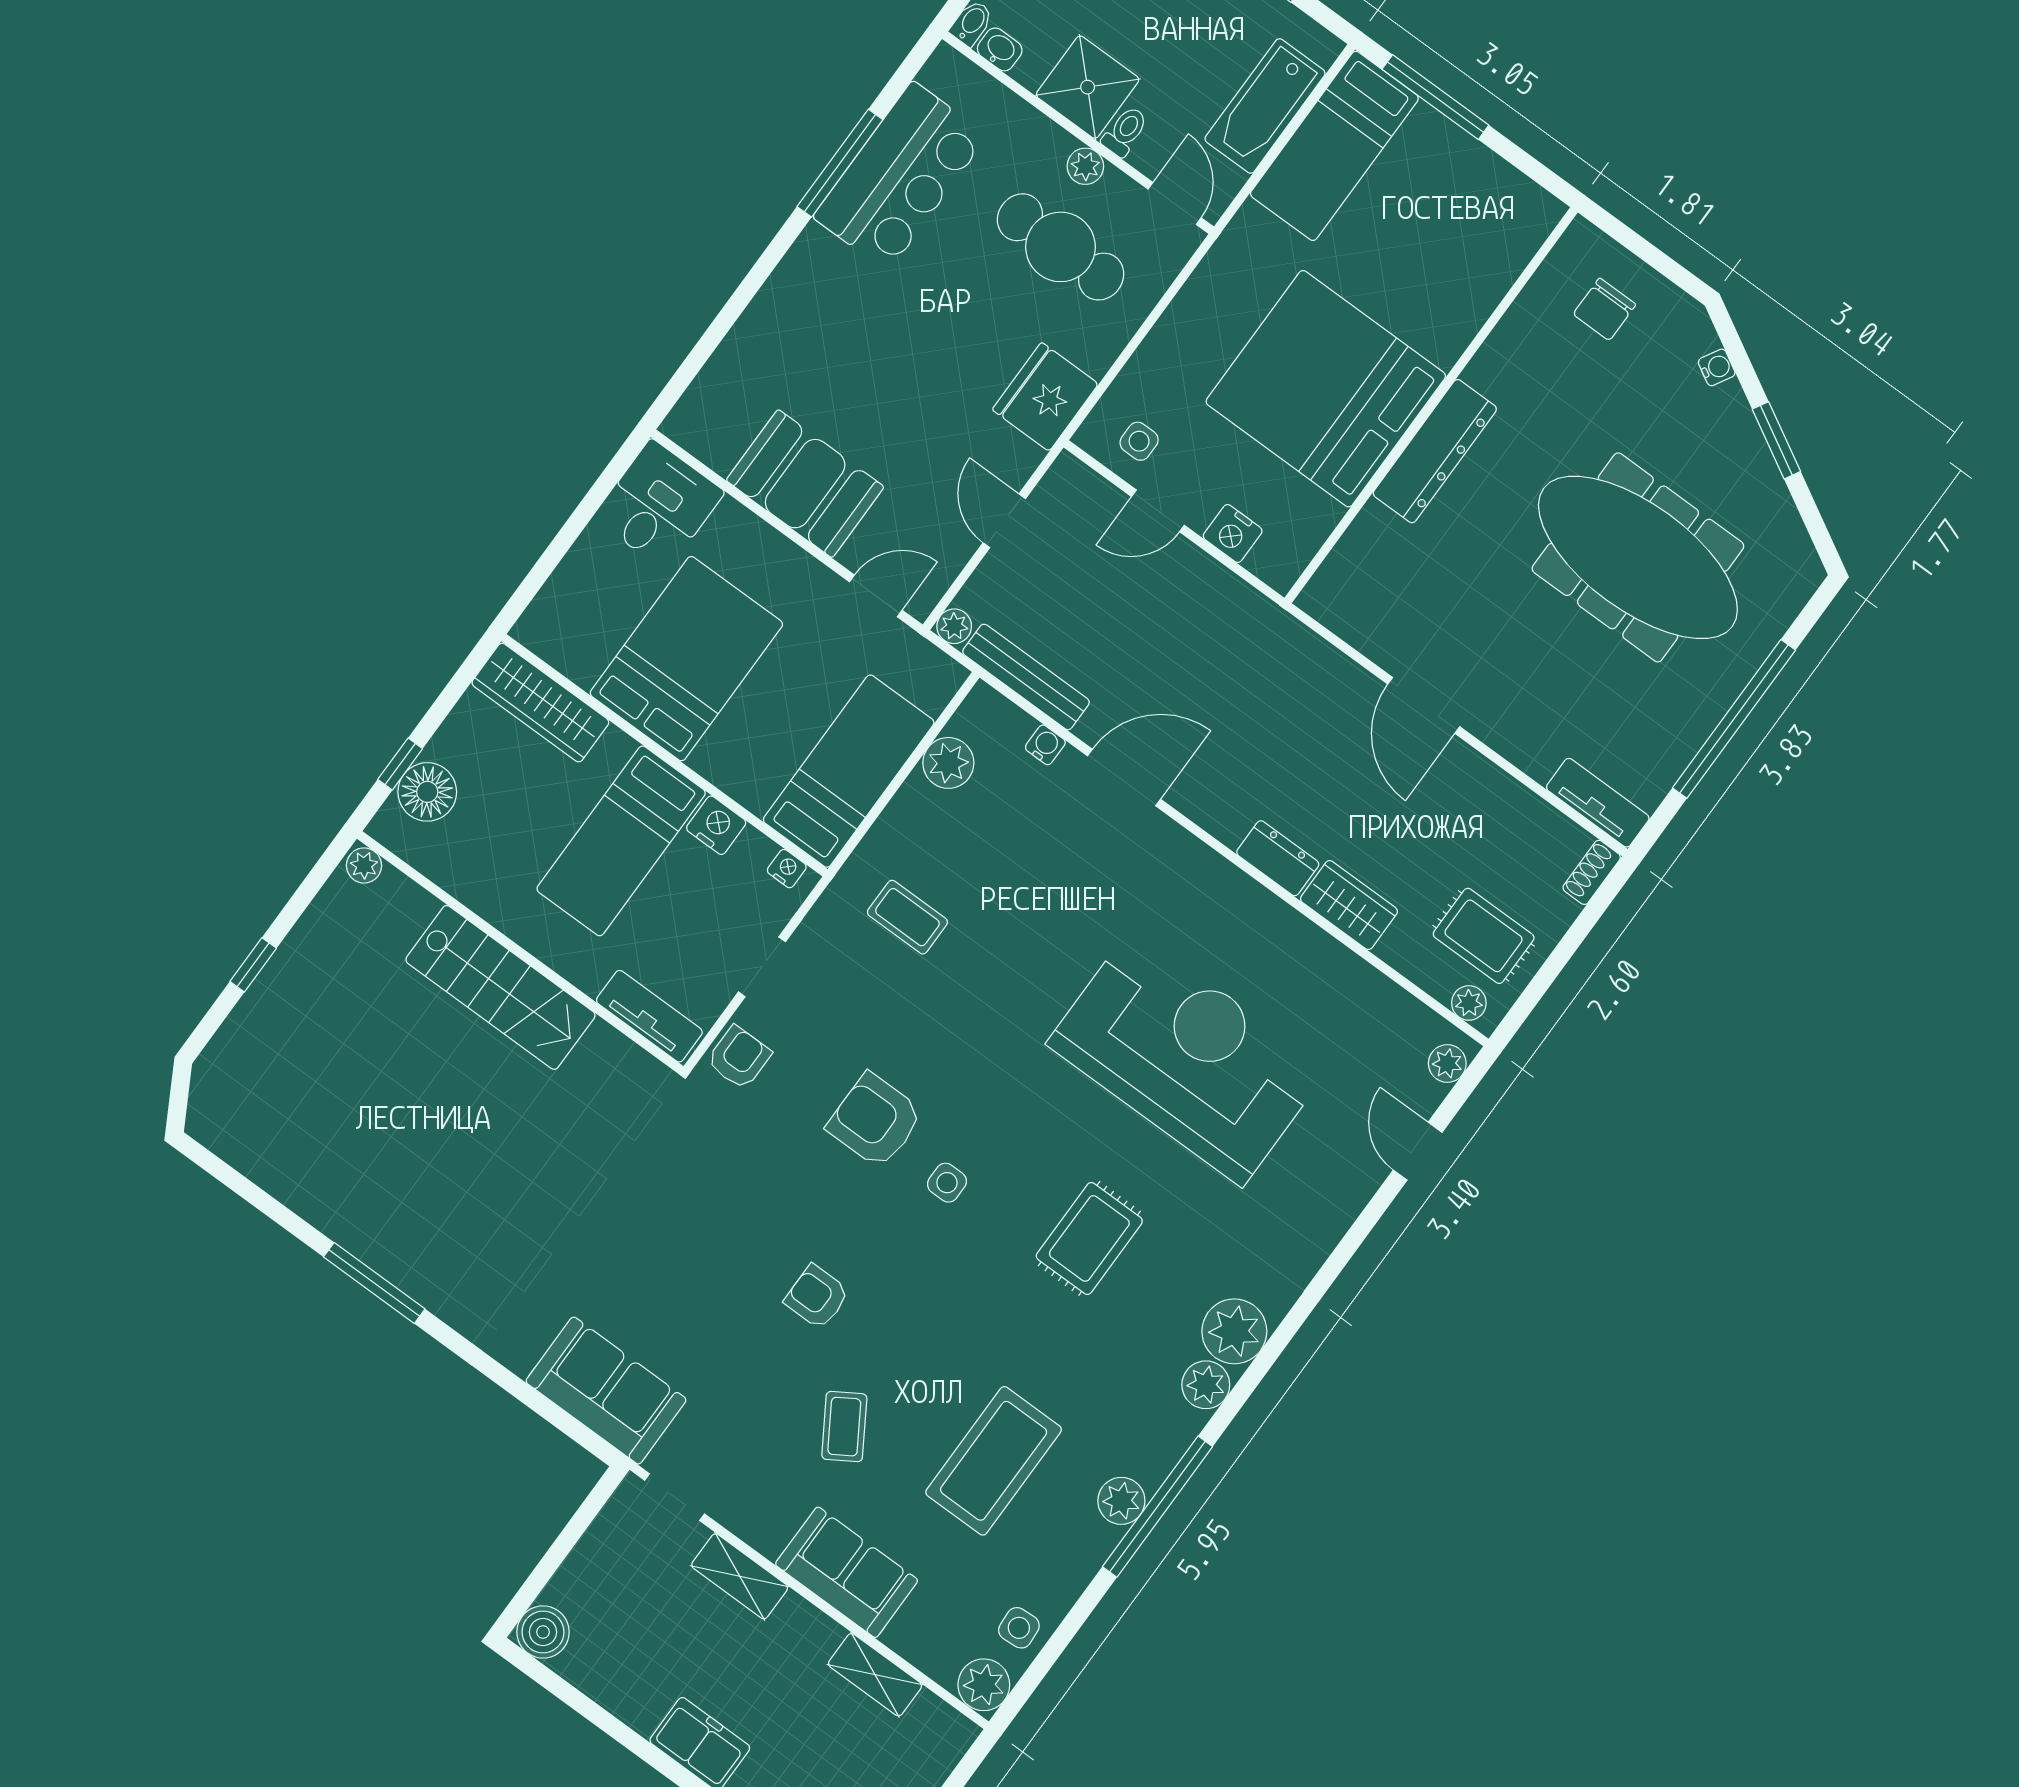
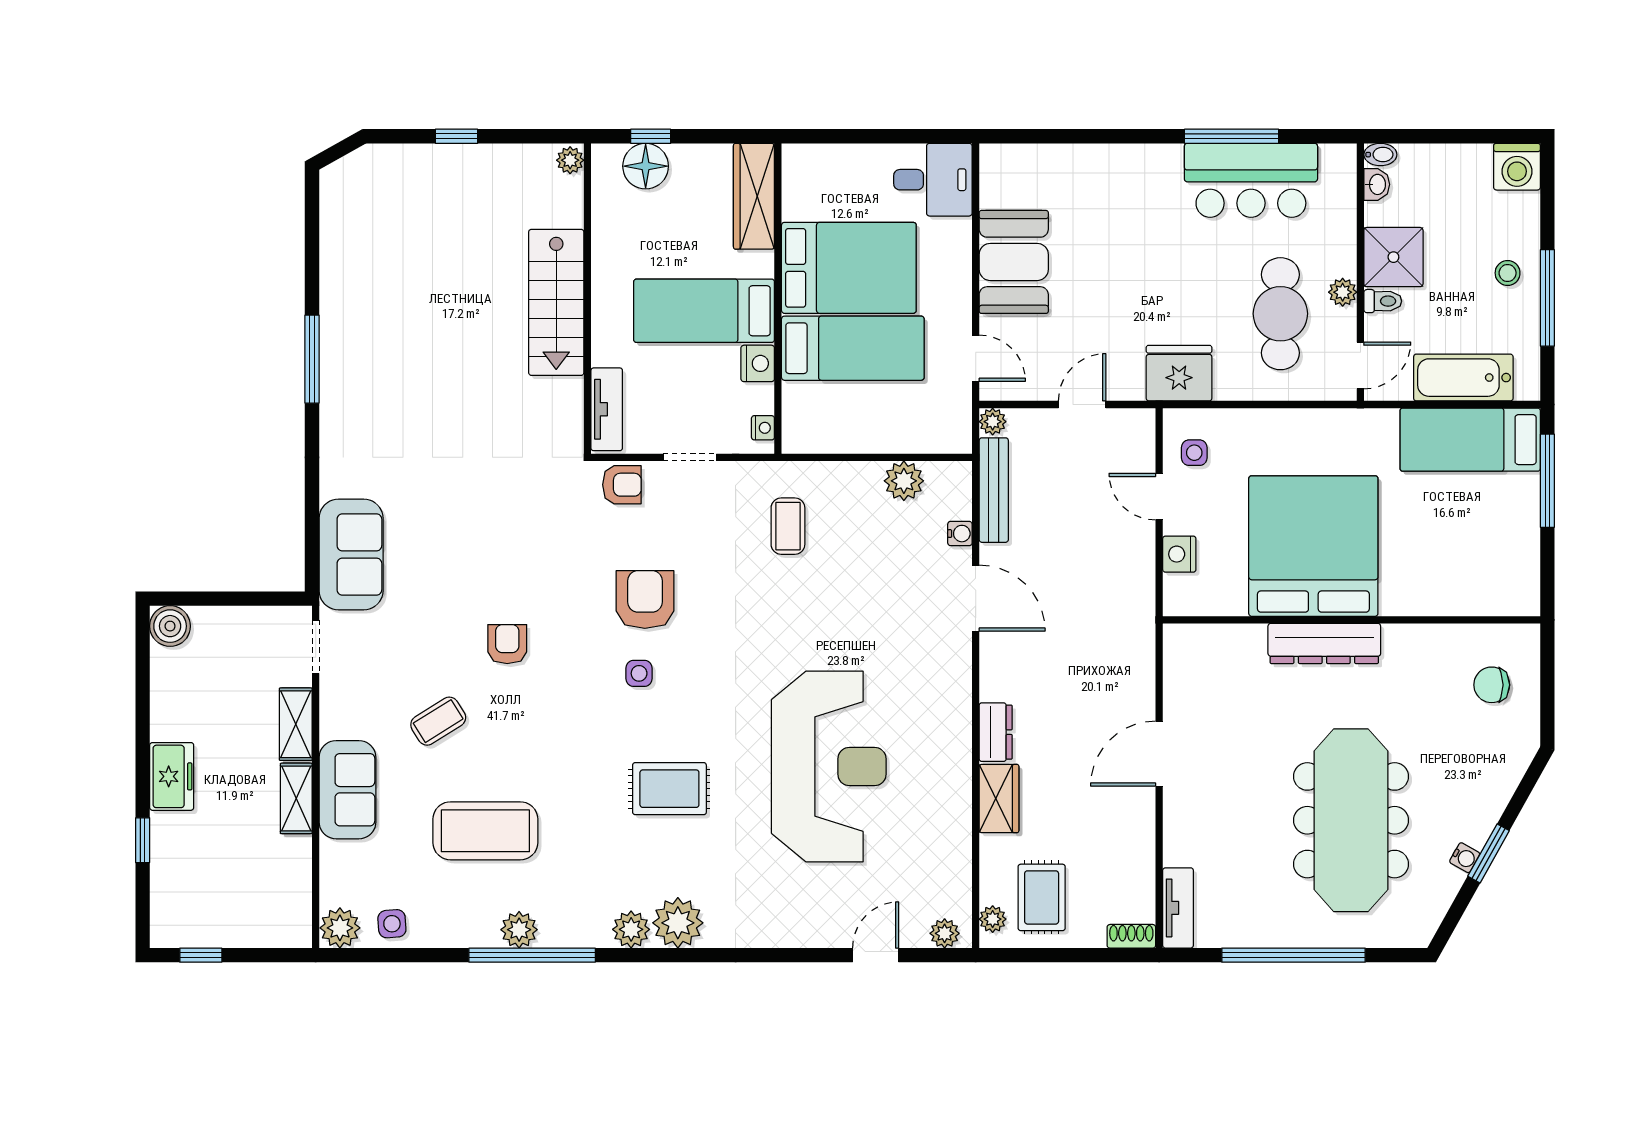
water cooler: (1717, 367) -> (1465, 858), moved
bed: (849, 771) -> (853, 348), moved
shelving: (875, 1675) -> (296, 798), moved

